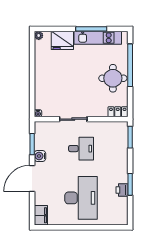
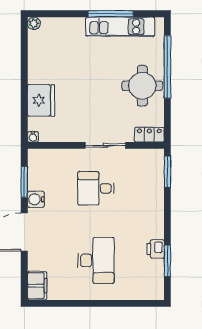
fridge: (62, 40) -> (41, 100), moved, turned -90
sliding door: (73, 119) -> (105, 145), moved
desk: (81, 149) -> (96, 188), turned 180
window: (130, 184) -> (167, 261), moved
desk: (81, 198) -> (96, 260), width x0.73, depth x0.77

